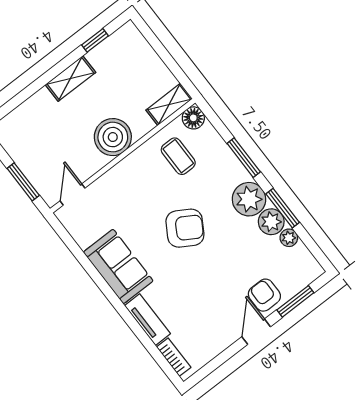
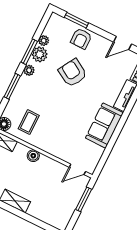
boiler: (113, 137) -> (33, 156), width x0.54, depth x0.54
plant: (249, 199) -> (29, 70), width x0.53, depth x0.53
armchair: (185, 228) -> (73, 73), moved
door: (256, 332) -> (123, 43), moved

